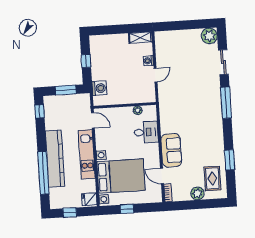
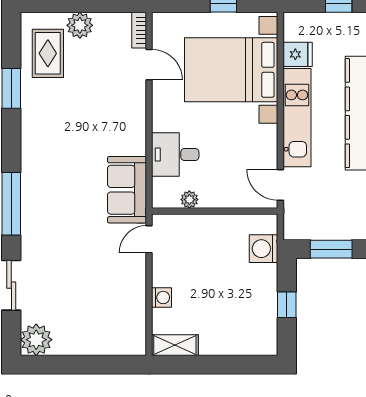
door: (156, 75) -> (149, 239), moved
sofa: (171, 150) -> (127, 190), moved
fridge: (89, 199) -> (298, 54), moved

